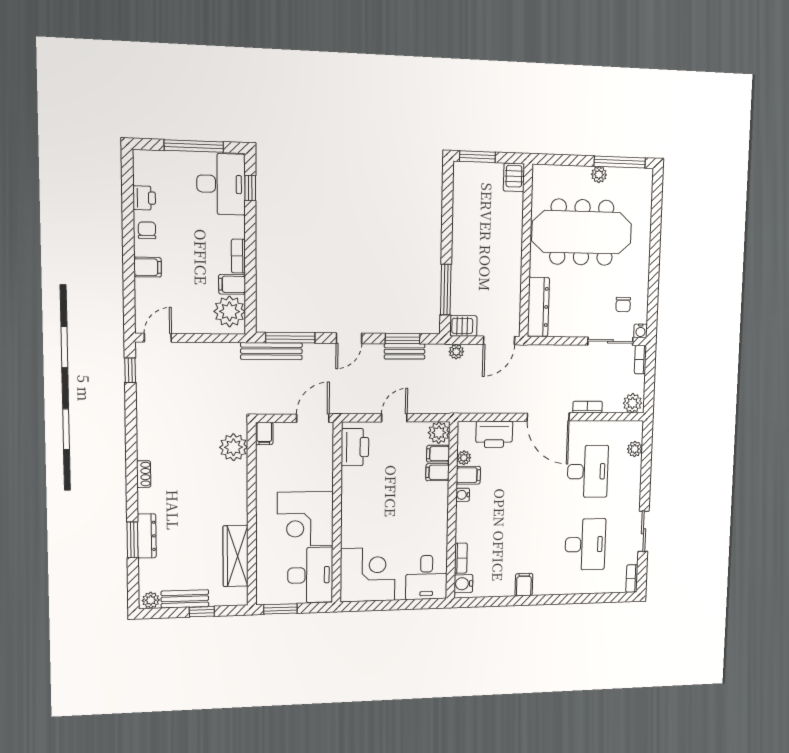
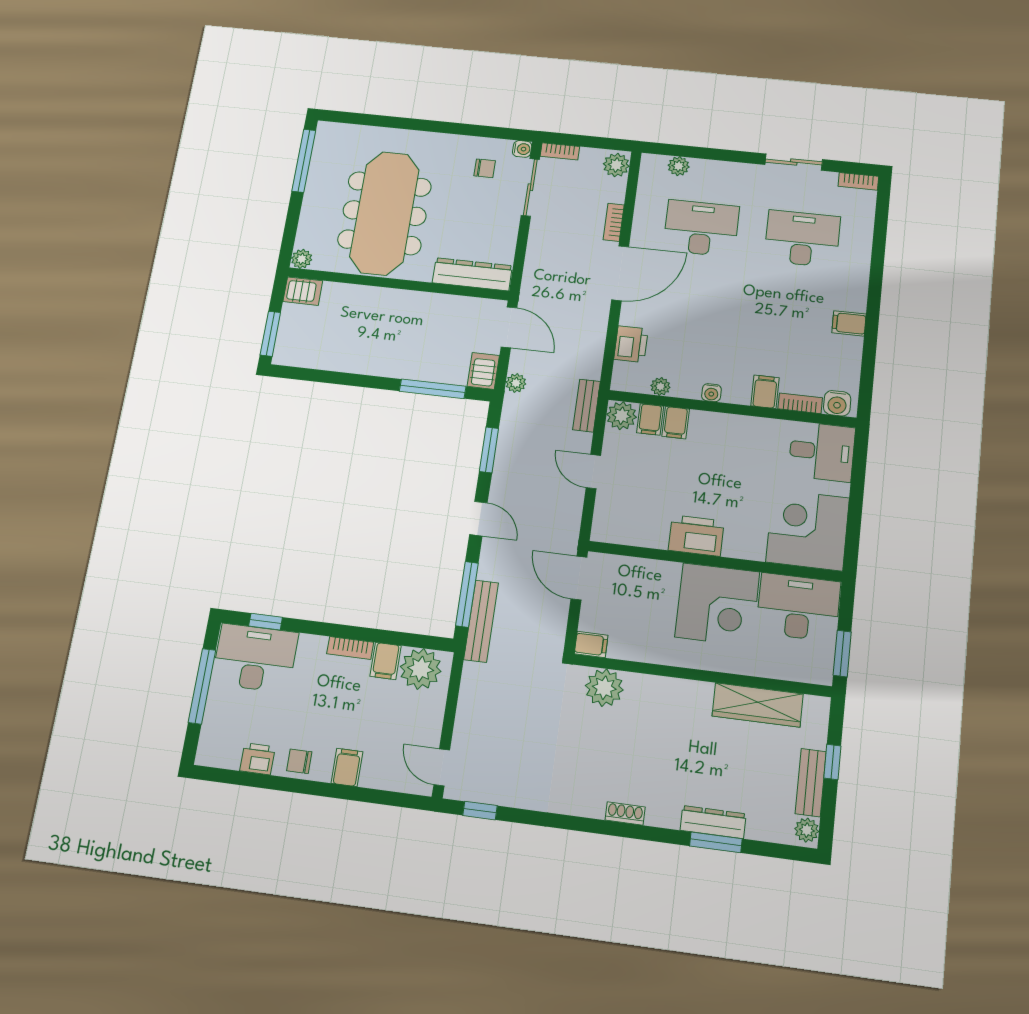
plant: (599, 174) -> (302, 259), moved
bench: (405, 351) -> (587, 406), moved
printer: (494, 434) -> (631, 344), width x0.73, depth x0.84
printer: (355, 447) -> (696, 536), moved
filing cabinet: (468, 475) -> (765, 392), moved

